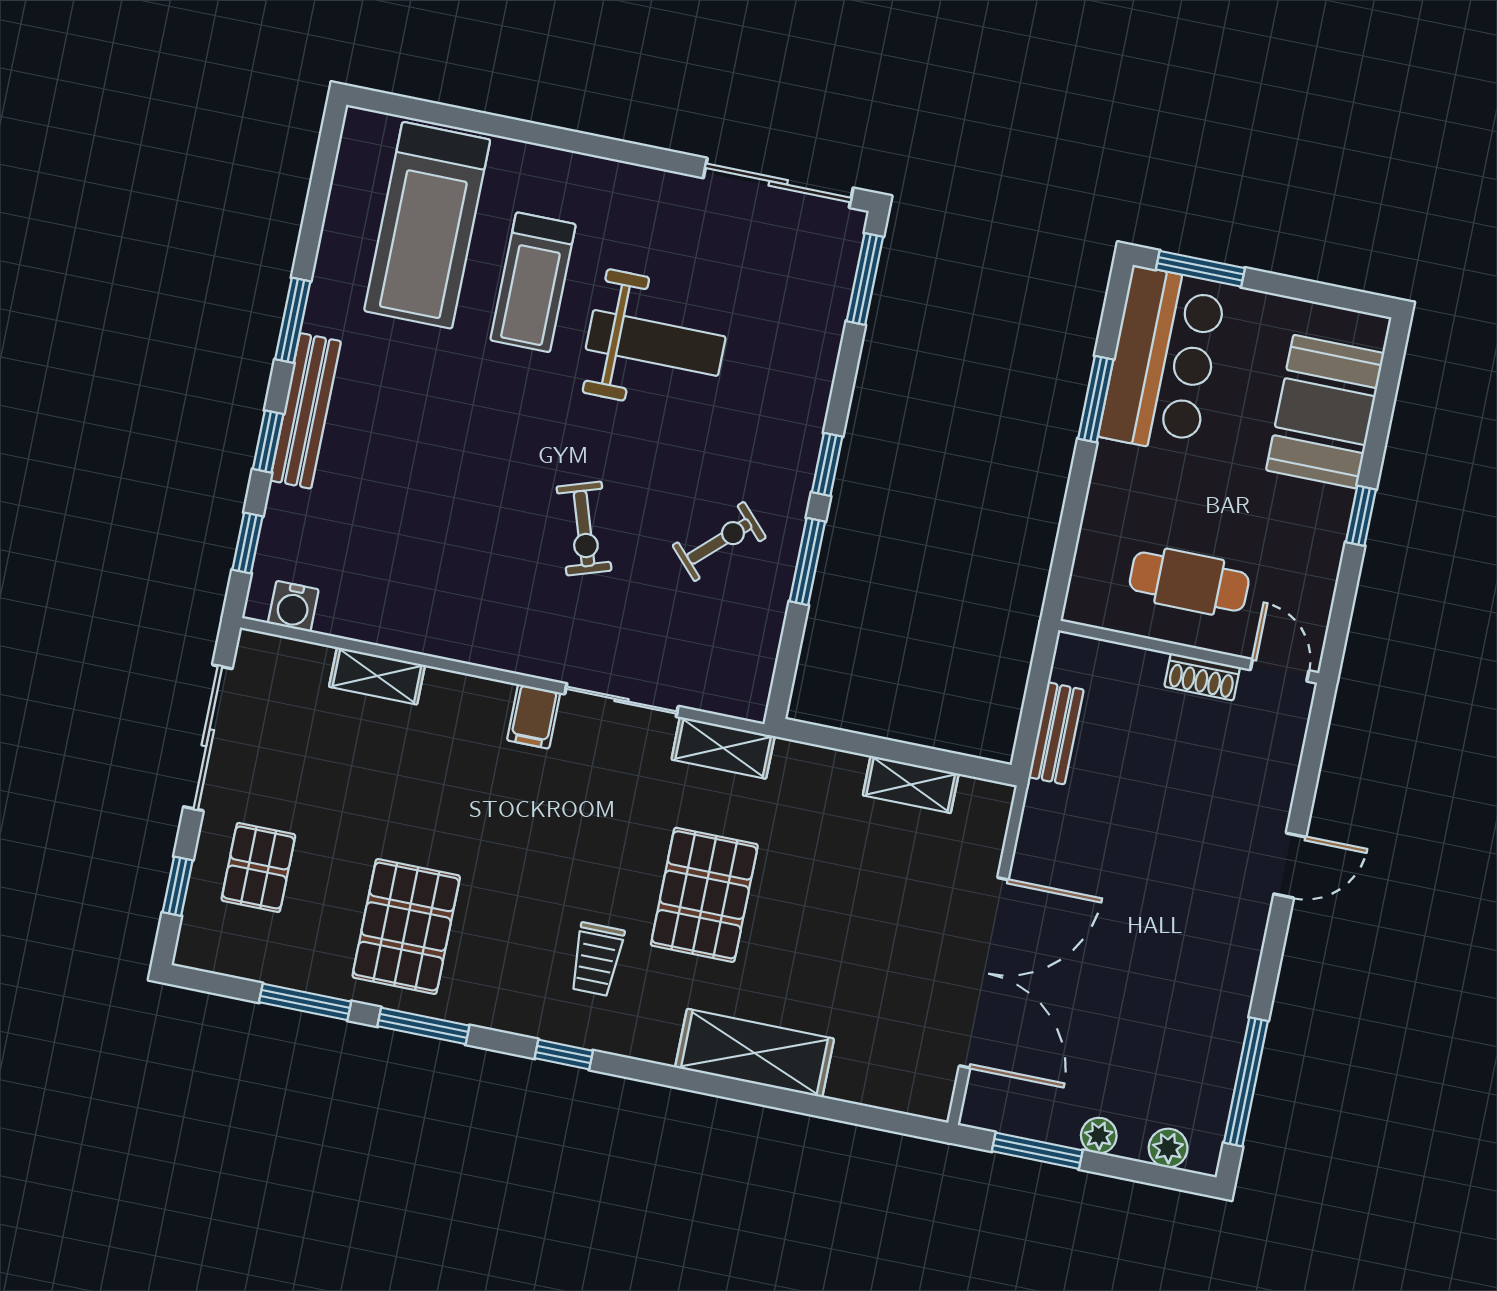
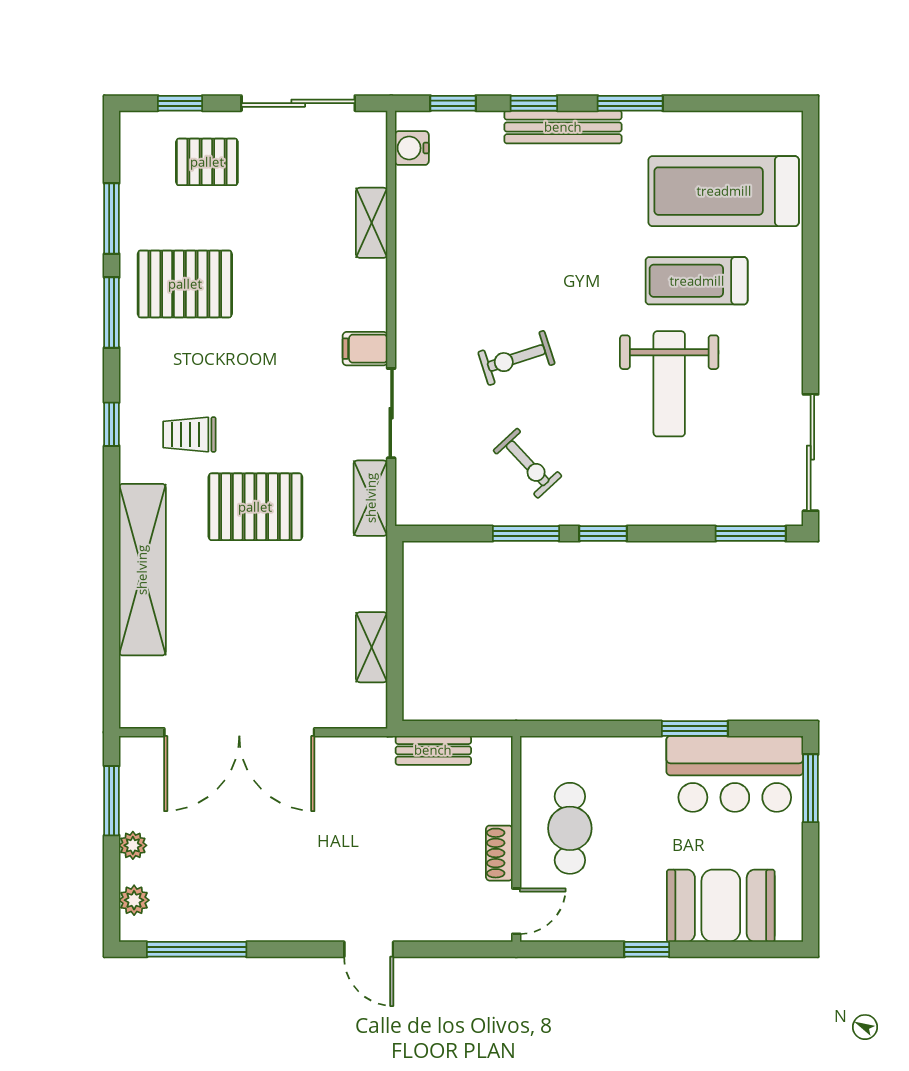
shelving: (755, 1053) -> (142, 570), width x1.47

